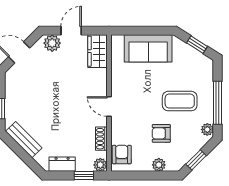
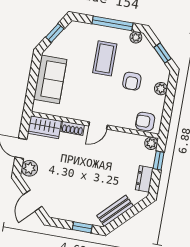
shoe rack: (101, 139) -> (73, 128), moved

